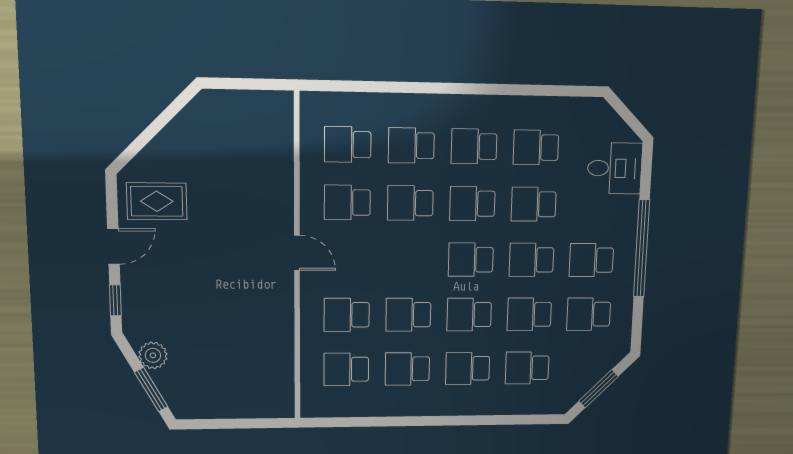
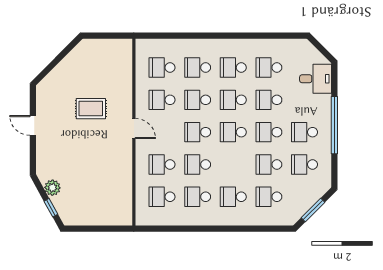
rug: (157, 201) -> (91, 109), moved
door: (113, 246) -> (33, 125), swing flipped
window: (115, 300) -> (33, 156), removed
school desk: (469, 315) -> (198, 132), moved
window: (151, 389) -> (51, 208), width x0.67

